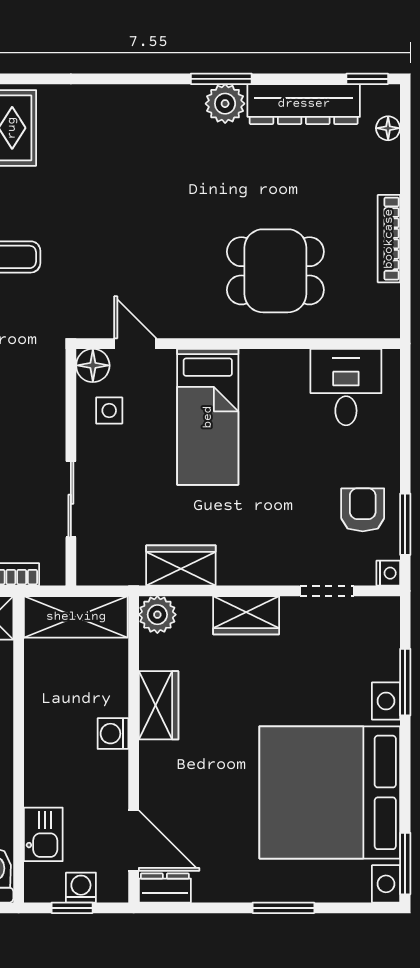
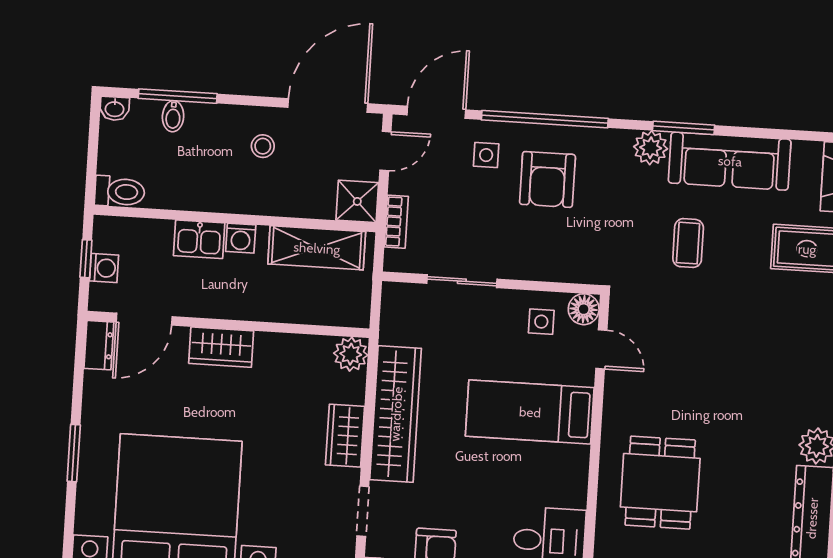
door: (135, 344) -> (601, 349), hinge flipped
wardrobe: (181, 565) -> (396, 414), width x2.10, depth x1.17
shelving: (76, 617) -> (317, 248), moved, turned 90
wardrobe: (159, 705) -> (221, 347), moved
washing machine: (113, 734) -> (241, 238), moved, turned 180
kitchen sink: (43, 834) -> (199, 239), moved

